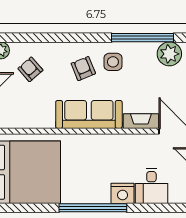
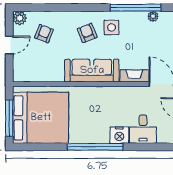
plant: (169, 54) -> (153, 16), width x0.53, depth x0.53
armchair: (30, 69) -> (44, 34), turned 62

